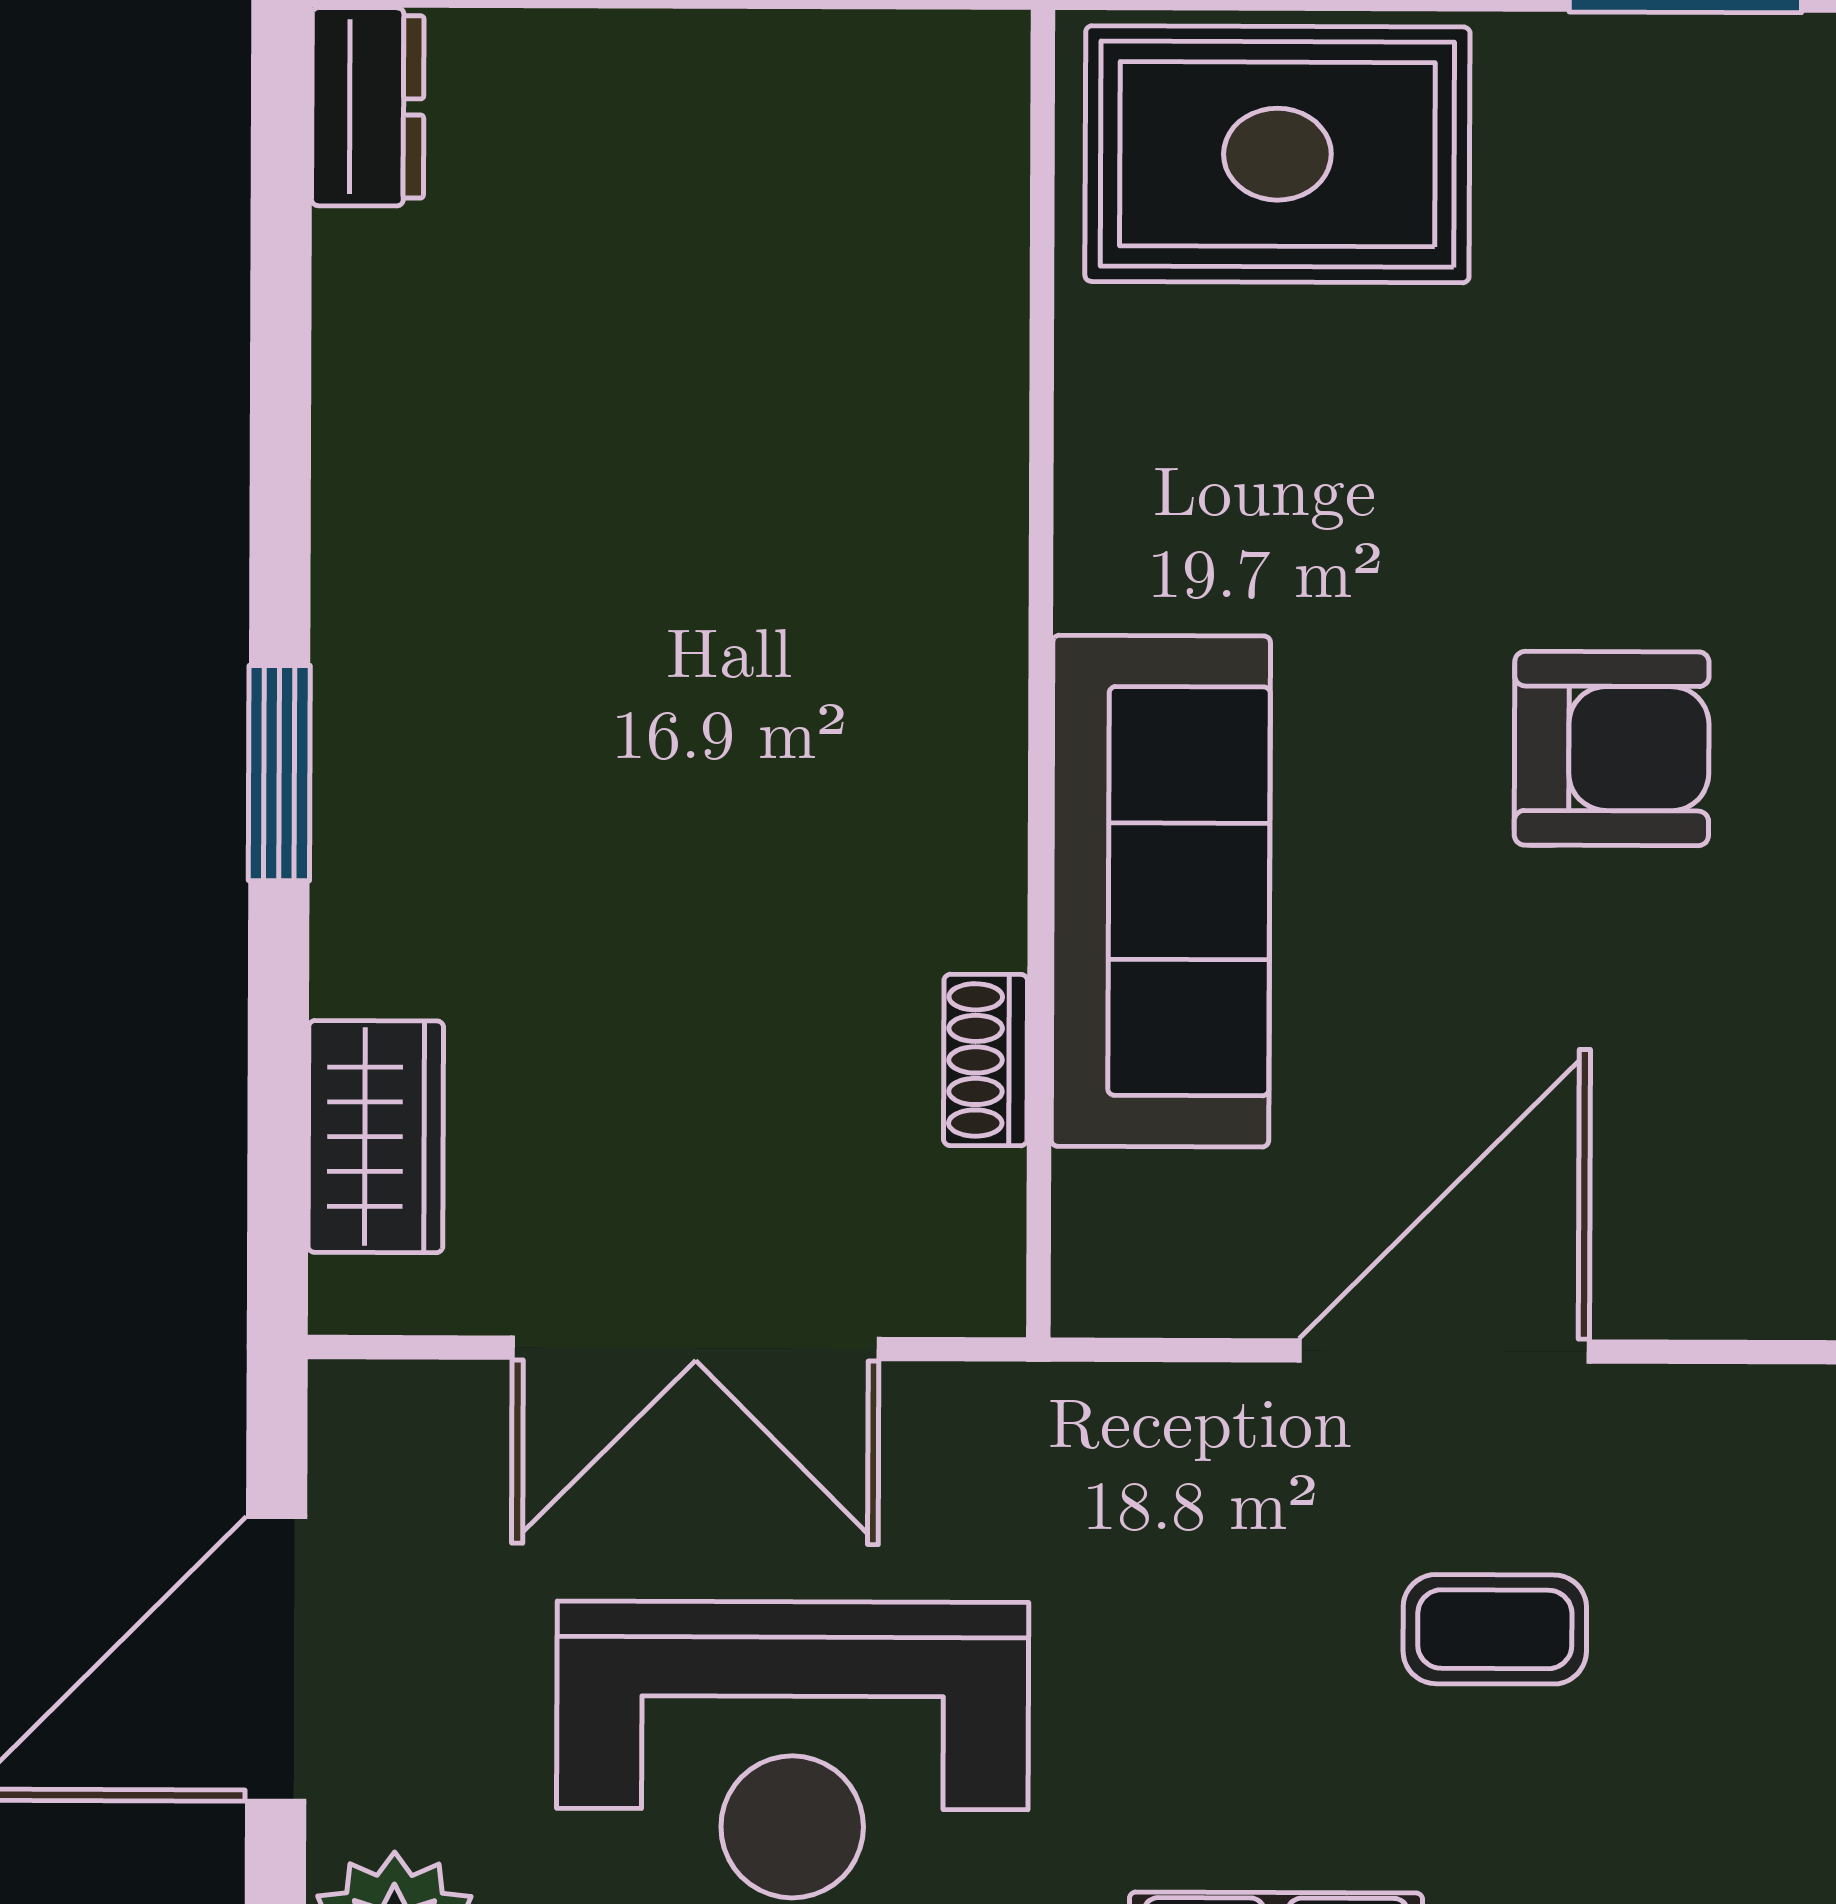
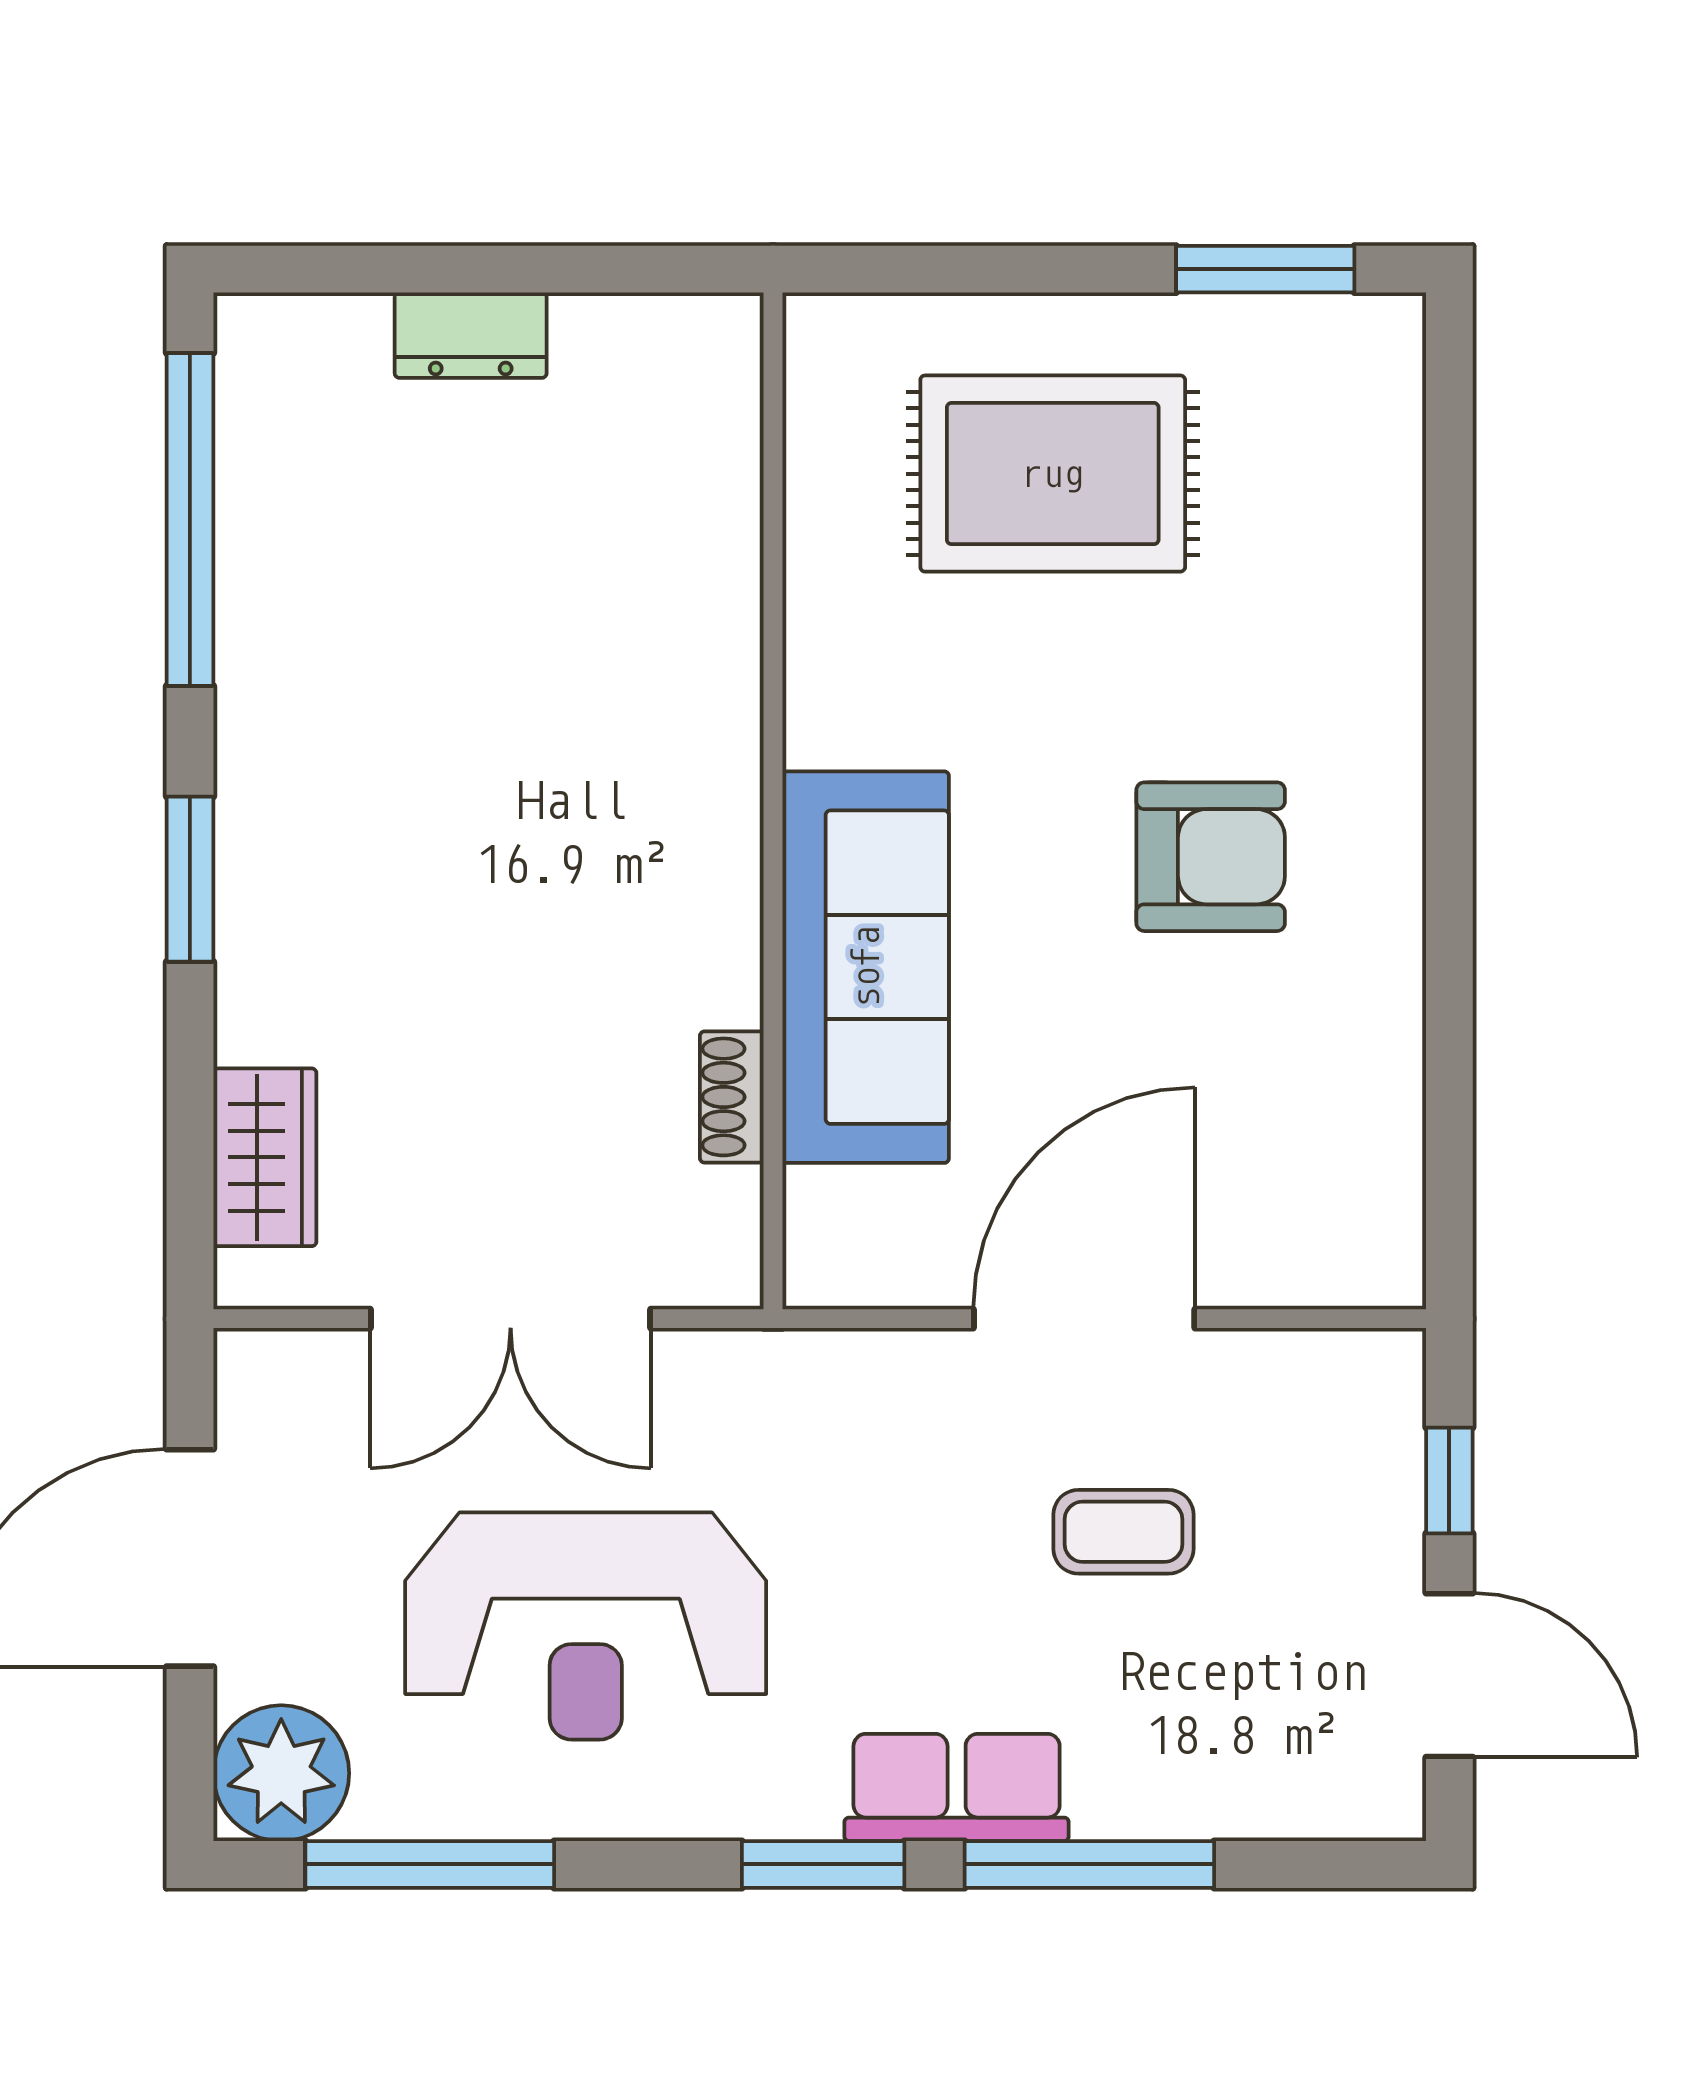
dresser: (368, 107) -> (471, 335), moved, turned 90
rug: (1277, 154) -> (1053, 474), moved
window: (281, 304) -> (190, 520), added

